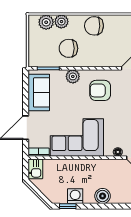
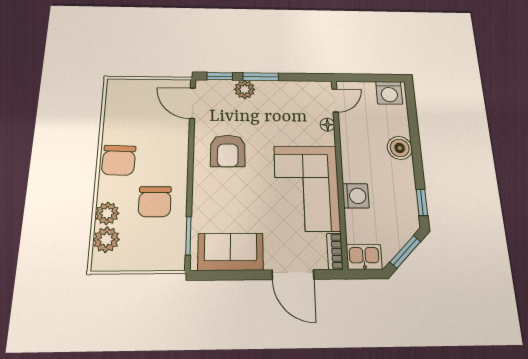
plant: (73, 76) -> (204, 194), removed
window: (38, 193) -> (405, 252), added
washing machine: (75, 196) -> (356, 196), moved, turned 180

